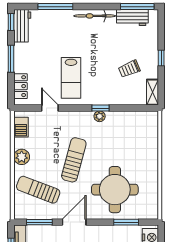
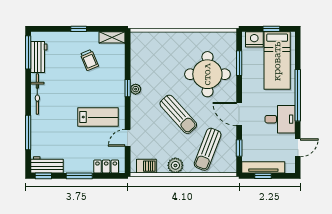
sun lounger: (74, 160) -> (178, 114), turned -147
window: (39, 222) -> (239, 148), width x0.67

